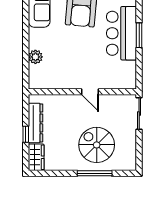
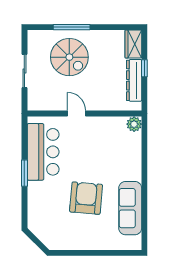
bar counter: (121, 33) -> (43, 152), moved
plant: (35, 57) -> (134, 124), moved
sliding door: (139, 113) -> (24, 71), moved

